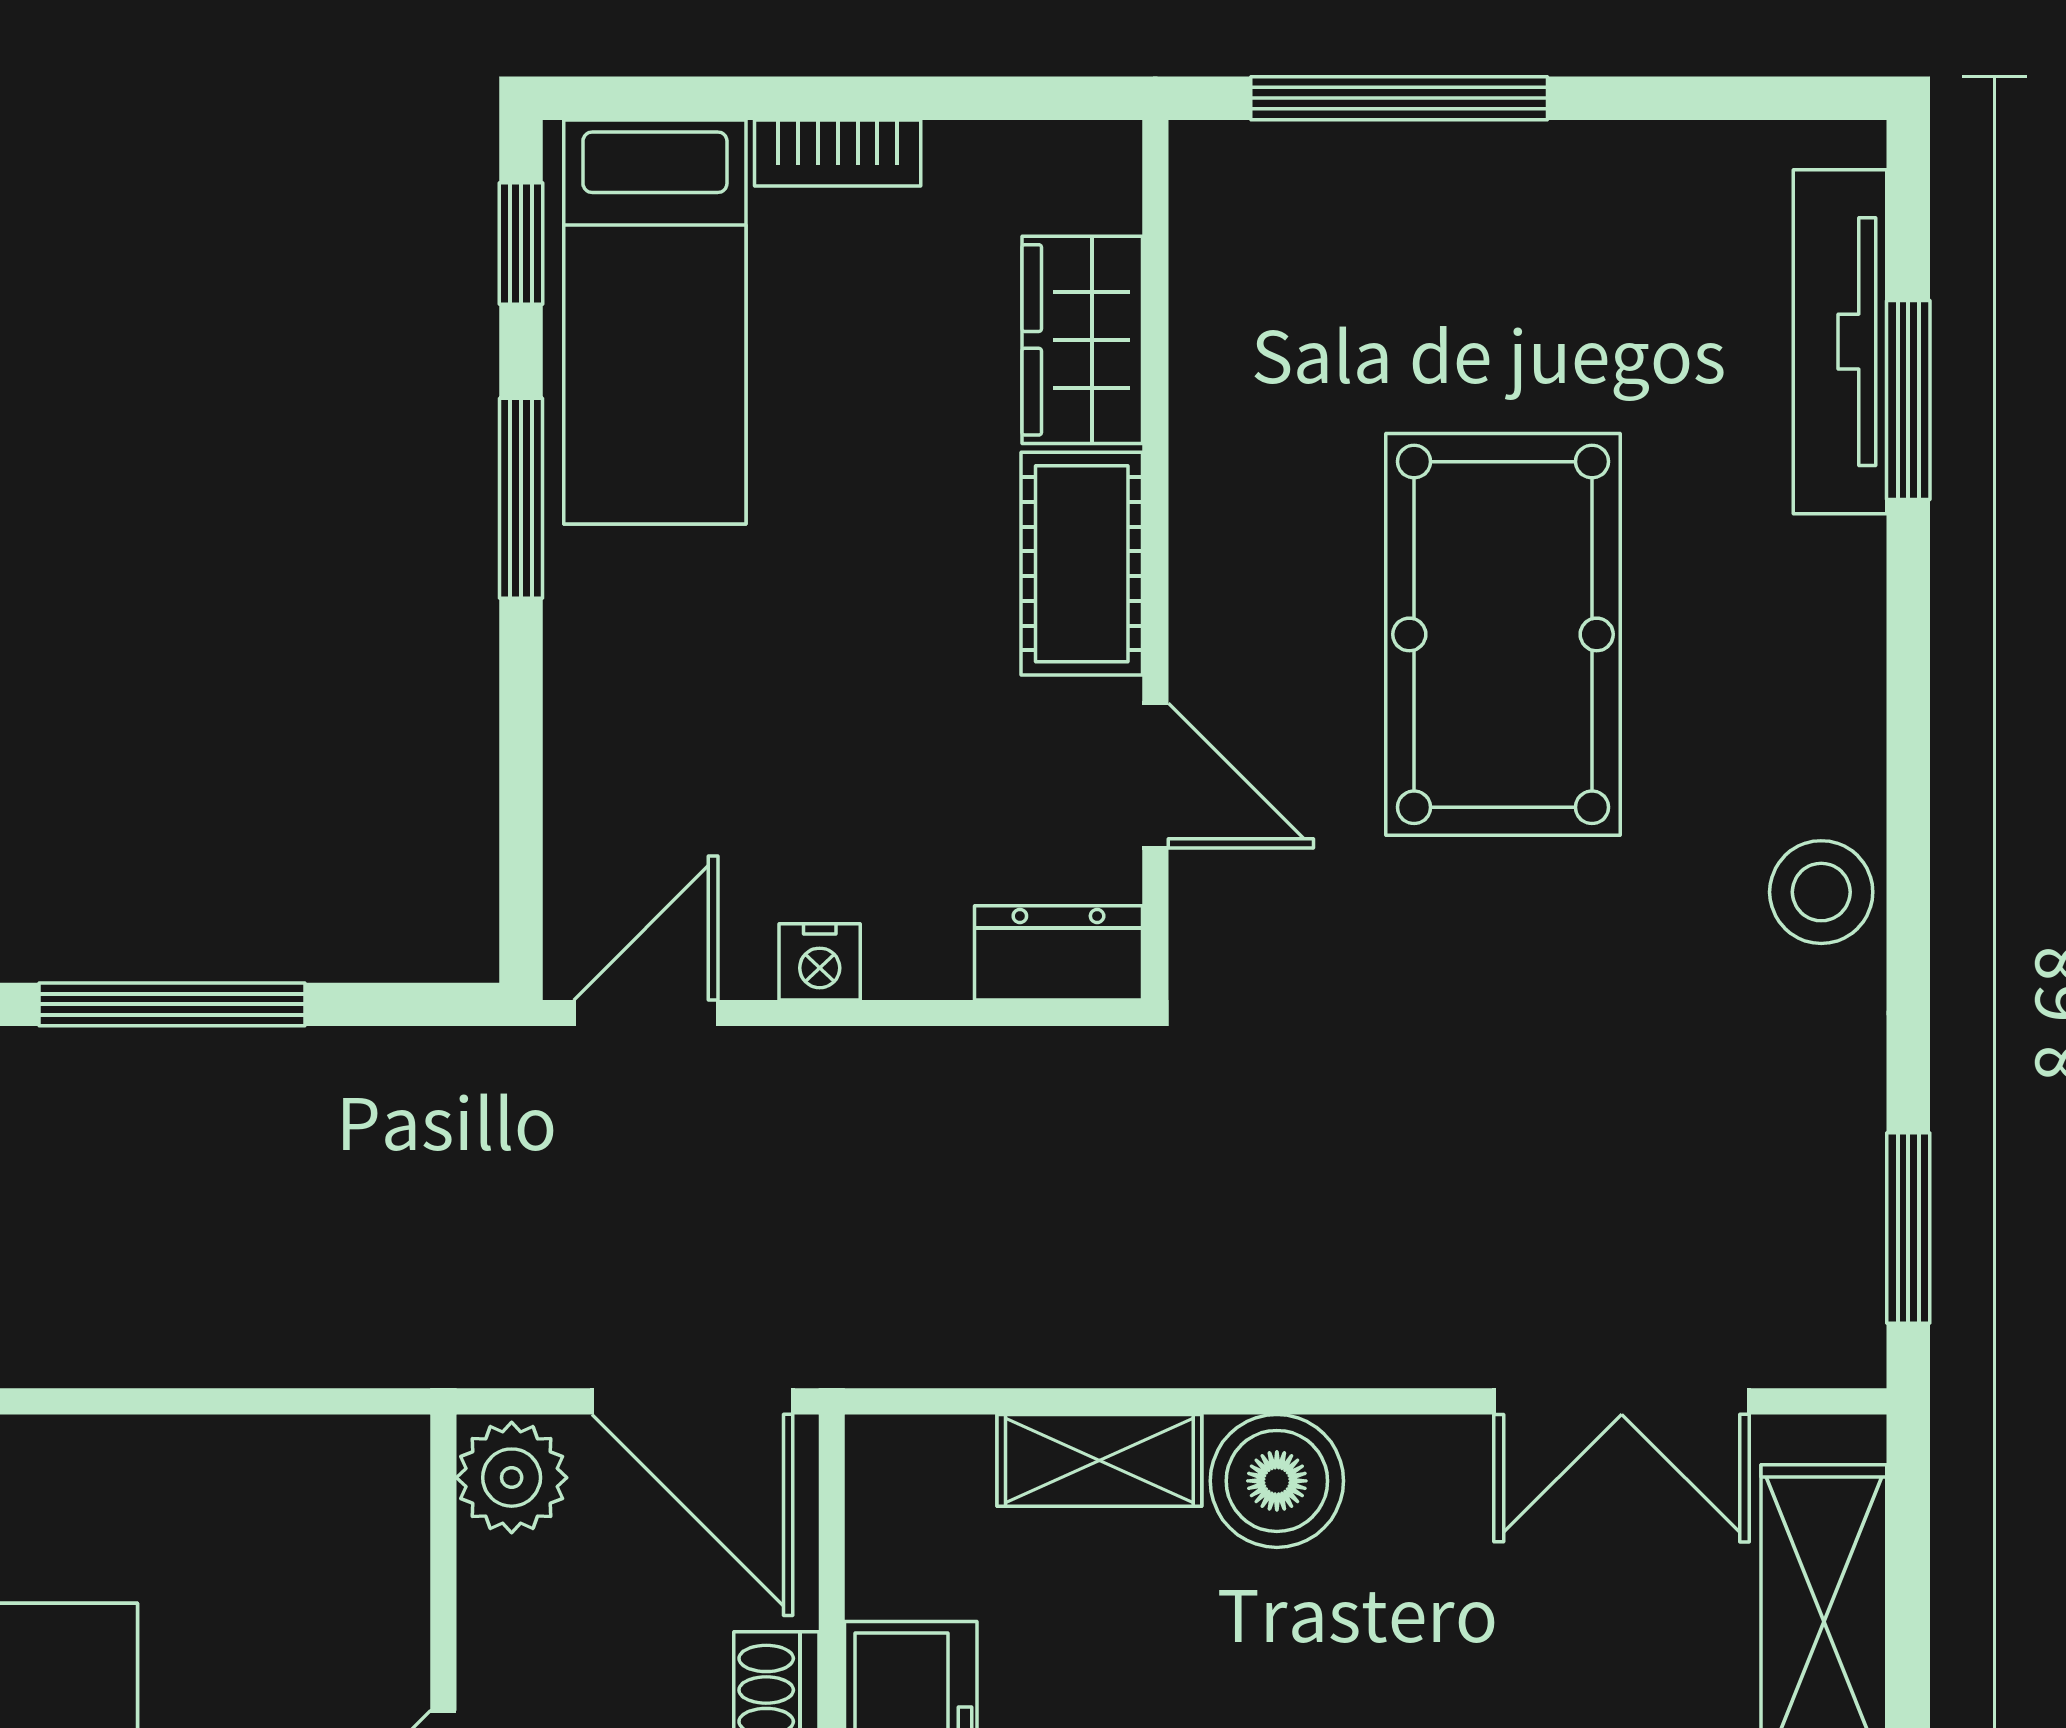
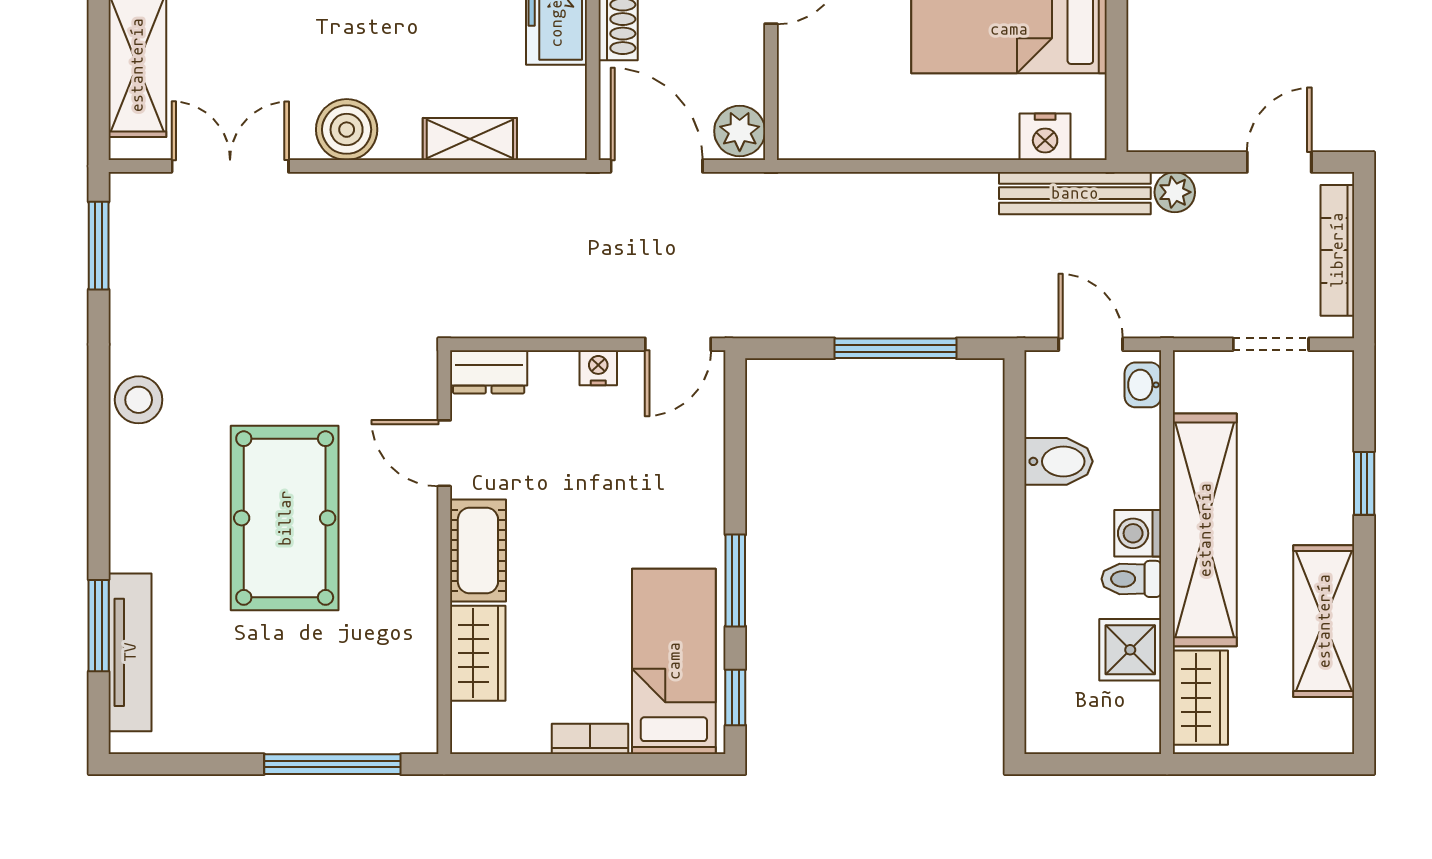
boiler: (1277, 1481) -> (347, 130), moved

